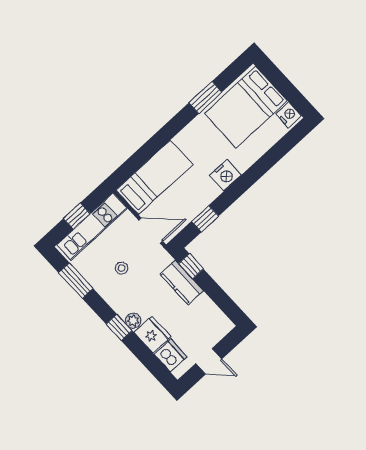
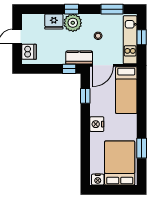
kitchen counter: (182, 282) -> (79, 58), moved
plant: (133, 321) -> (73, 23), width x1.87, depth x1.87
dishwasher: (171, 356) -> (29, 52), moved, turned -90

